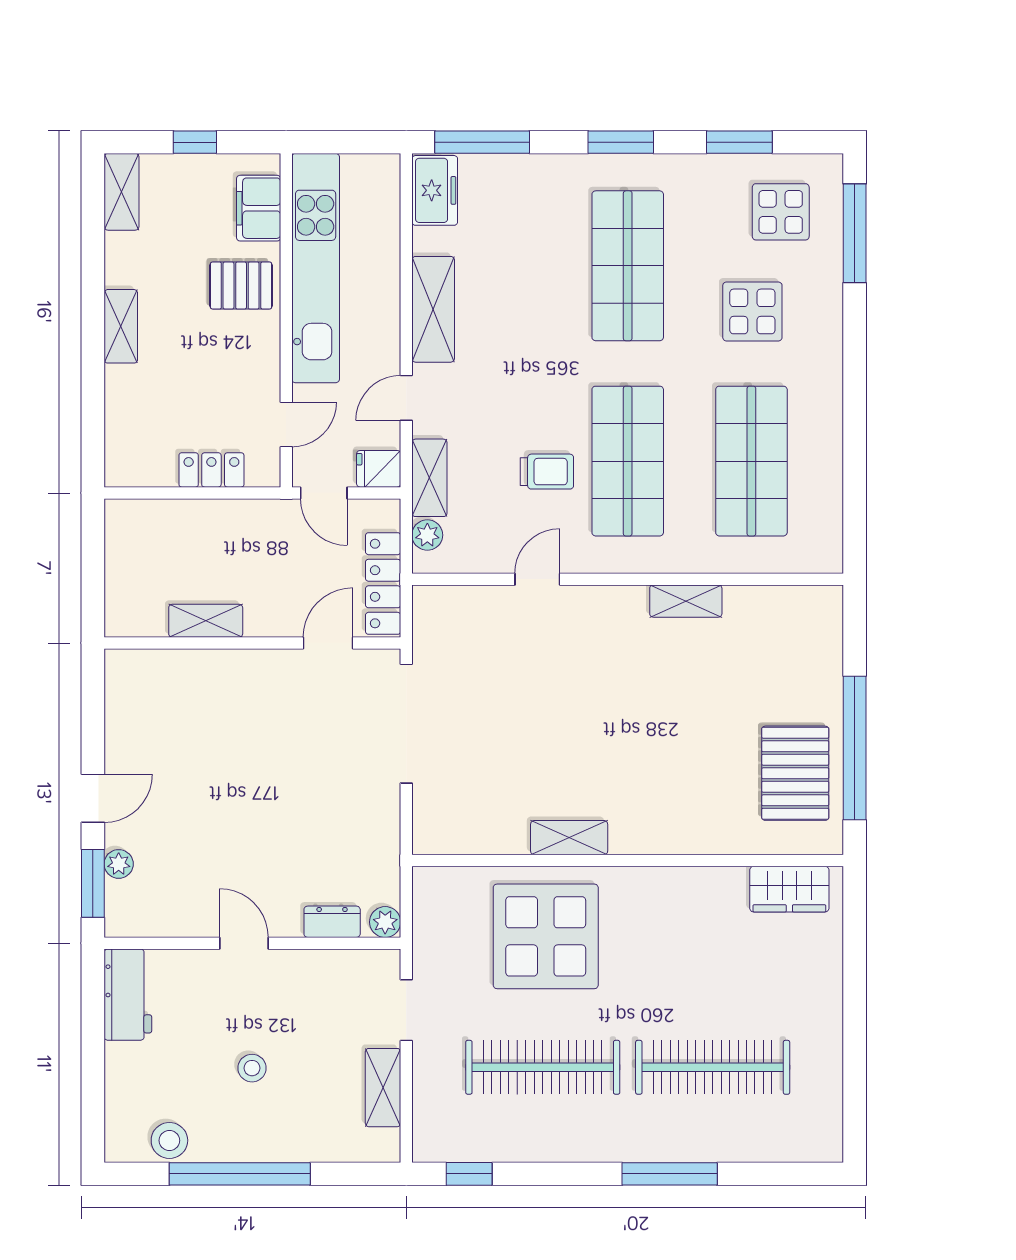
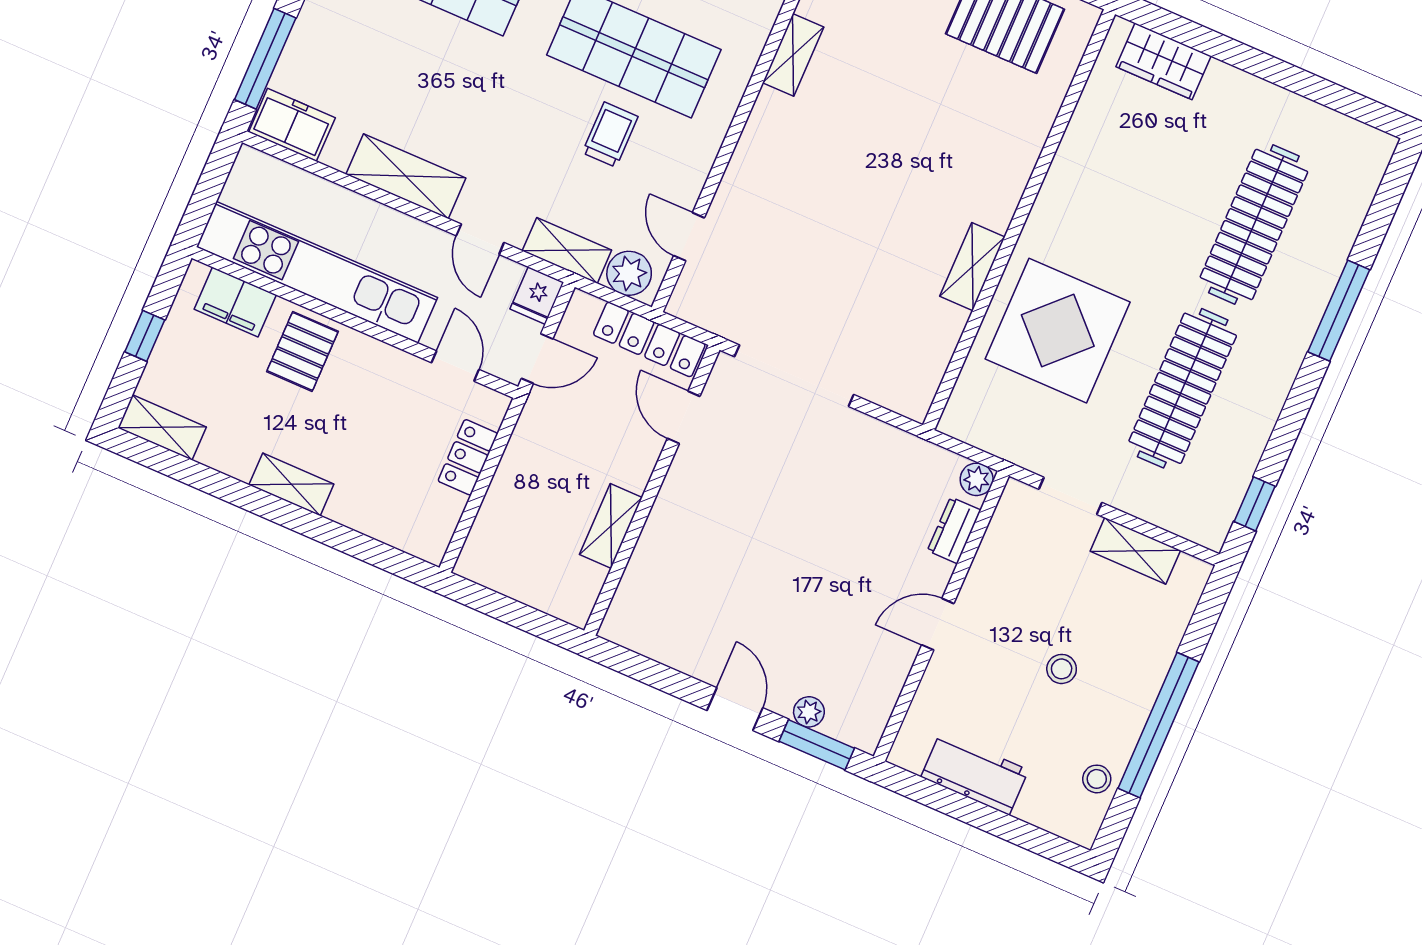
plant: (427, 535) -> (629, 273), width x1.38, depth x1.38
door: (537, 579) -> (689, 237), moved
wardrobe: (789, 889) -> (1163, 61), moved, turned 90
workbench: (128, 995) -> (975, 773), moved
stool: (169, 1140) -> (1097, 779), width x0.73, depth x0.73

